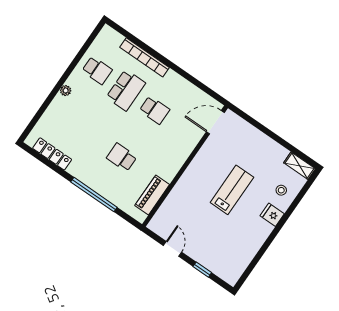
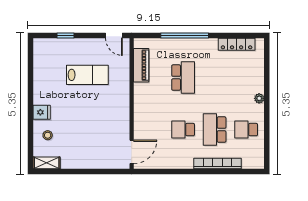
school desk: (122, 157) -> (183, 78), width x1.85
lab bench: (232, 190) -> (87, 75), moved, turned -90
door: (172, 249) -> (114, 36), moved

